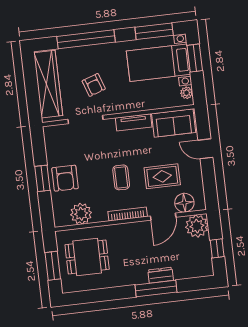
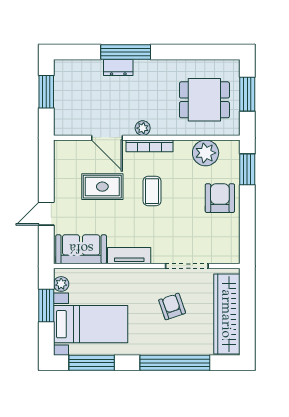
window: (195, 58) -> (46, 306), moved
door: (205, 149) -> (46, 214), swing flipped
window: (42, 178) -> (247, 169), moved
floor lamp: (184, 203) -> (79, 152), removed
door: (163, 217) -> (107, 138), swing flipped
plant: (197, 226) -> (143, 128), moved, width x0.53, depth x0.53
window: (217, 248) -> (46, 92), width x1.50

